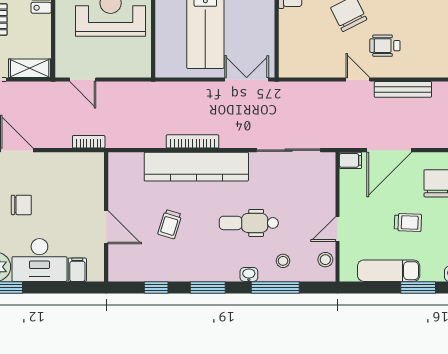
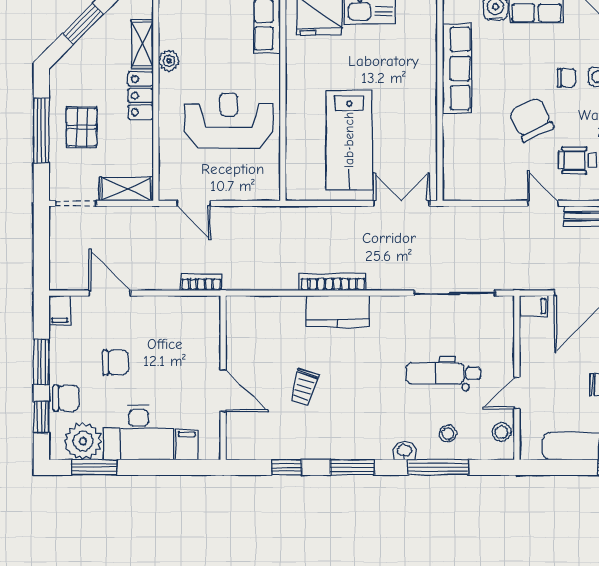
kitchen counter: (196, 167) -> (338, 311), width x0.48, depth x0.86
dental chair: (249, 223) -> (443, 373), moved

